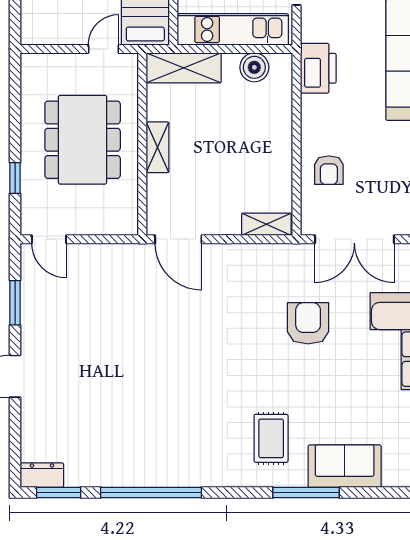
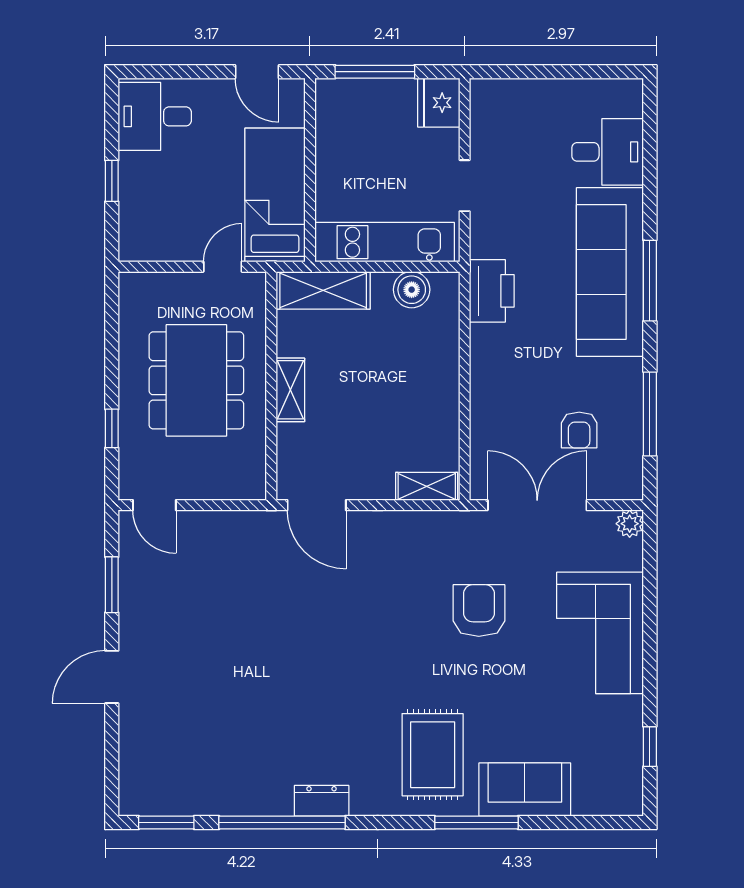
armchair: (329, 170) -> (579, 430), moved
double door: (354, 239) -> (537, 505), swing flipped
rug: (271, 438) -> (433, 755), width x1.36, depth x1.43
dresser: (42, 475) -> (322, 801), moved

